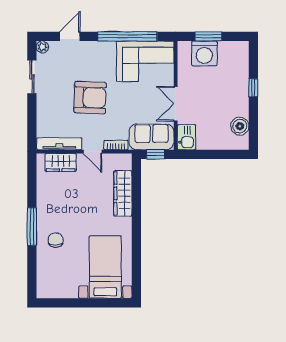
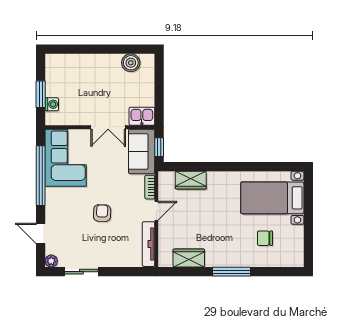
washing machine: (204, 53) -> (52, 104), width x0.53, depth x0.53
window: (253, 88) -> (92, 49), removed
armchair: (90, 98) -> (102, 213), width x0.53, depth x0.53
wardrobe: (61, 162) -> (189, 258), moved, turned -90
wardrobe: (123, 193) -> (191, 180), width x0.67
chair: (56, 240) -> (265, 238), moved

